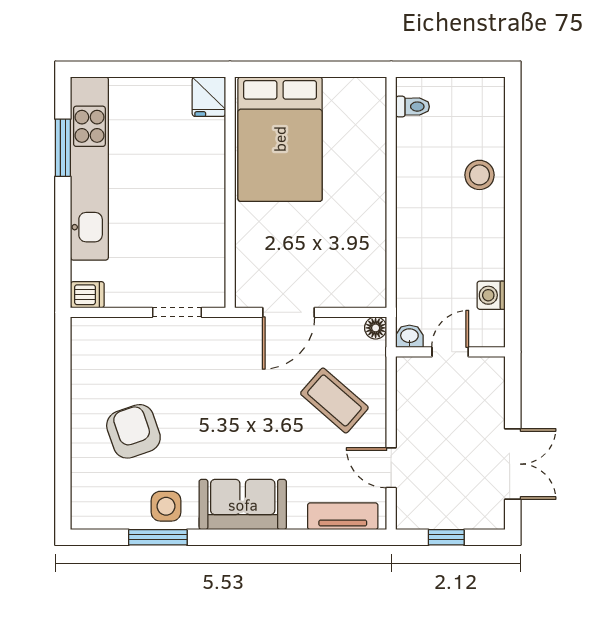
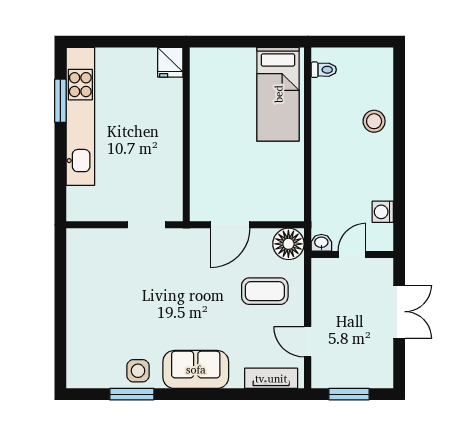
bed: (280, 139) -> (278, 94), moved, width x0.67
dishwasher: (87, 295) -> (79, 211), removed
floor lamp: (376, 328) -> (288, 244), width x1.89, depth x1.89
coffee table: (334, 401) -> (265, 291), turned -41
armchair: (133, 431) -> (113, 314), removed
double door: (513, 464) -> (399, 312), moved
window: (446, 537) -> (349, 394), width x1.50

